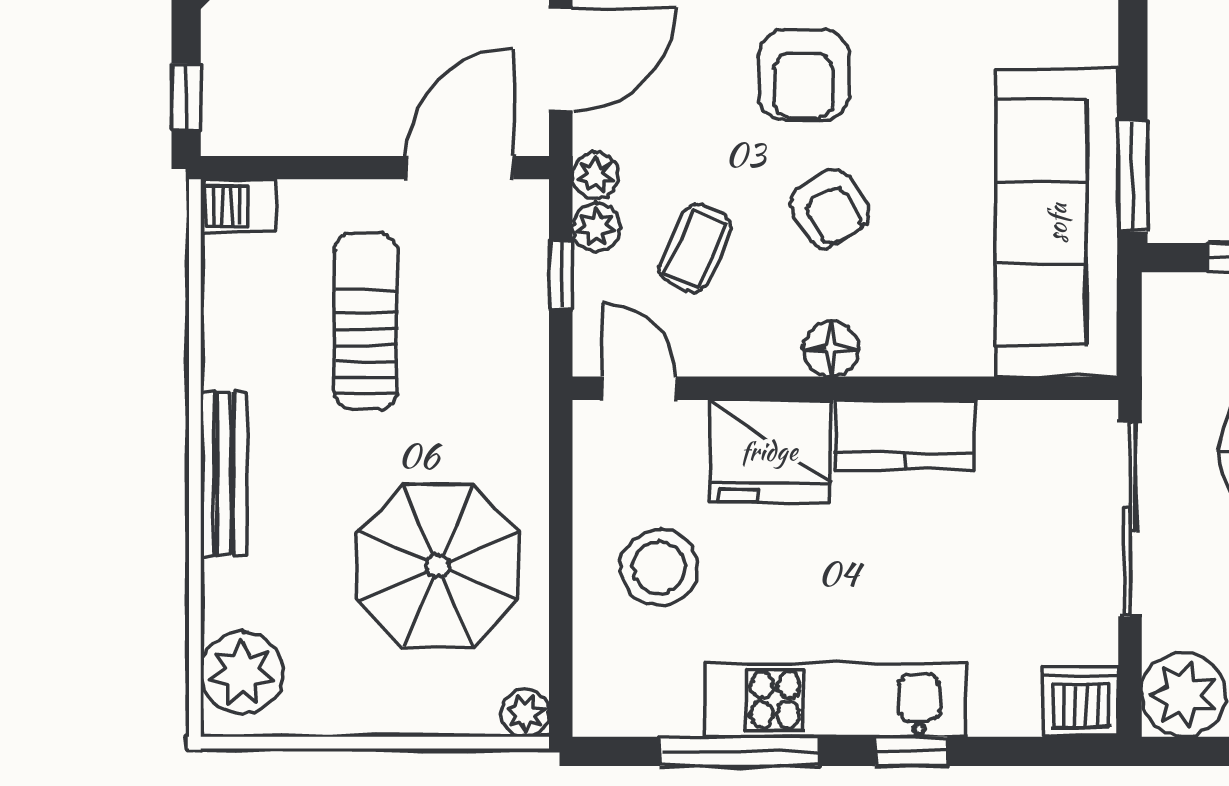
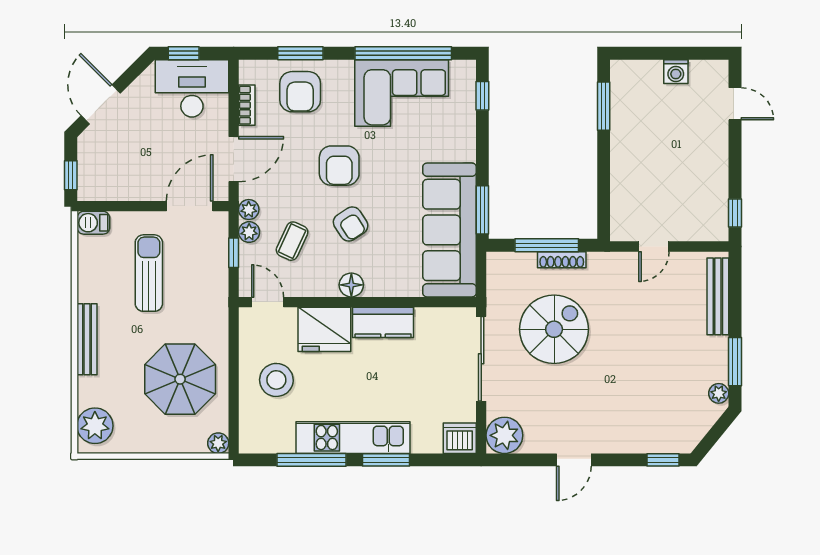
window: (911, 751) -> (386, 460), width x1.50

